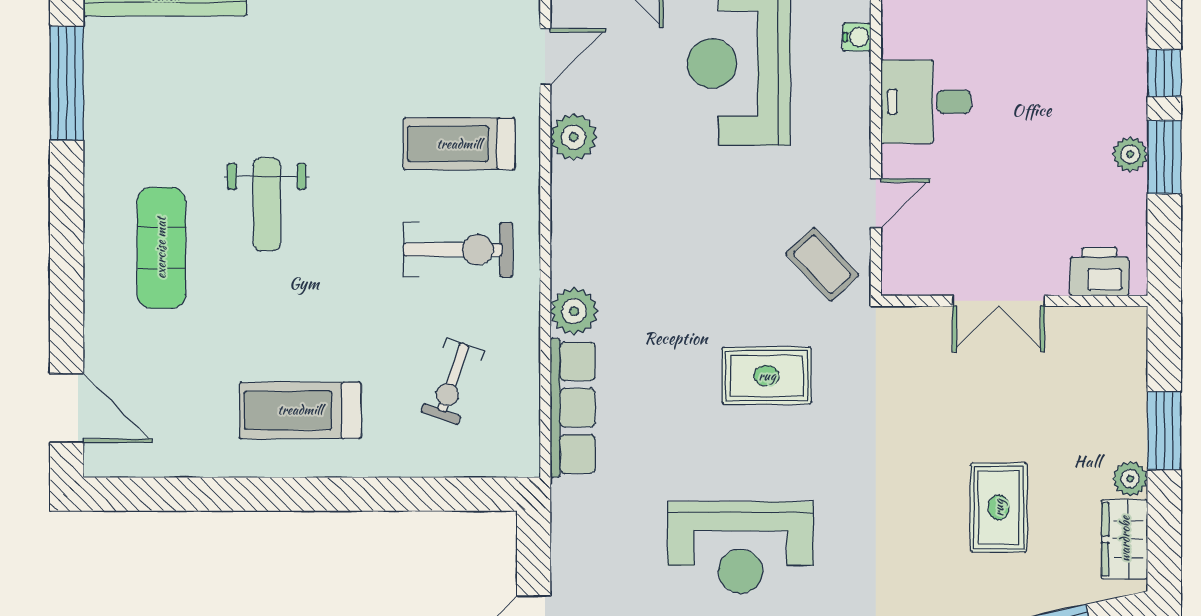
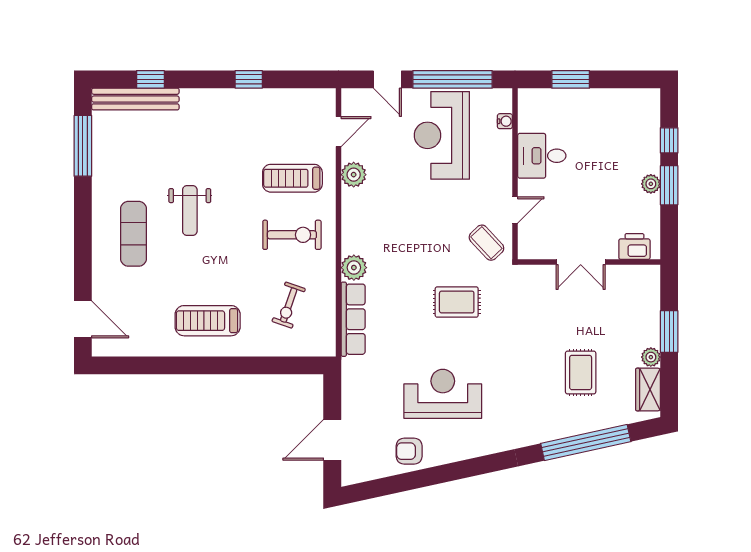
reception desk: (740, 547) -> (443, 394), turned 180

